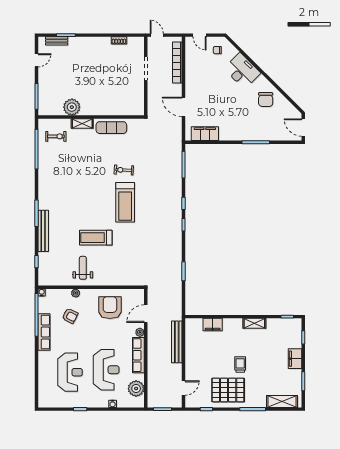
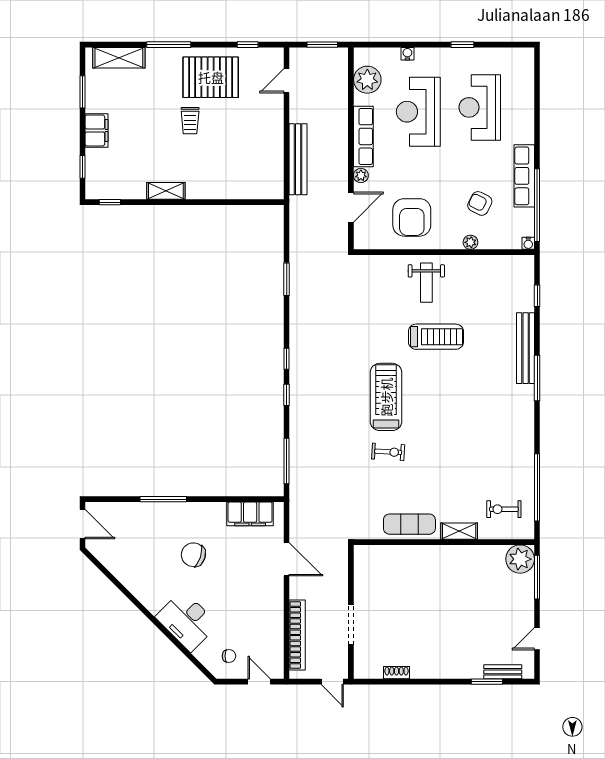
chair: (266, 99) -> (193, 555), moved, turned -72
plant: (72, 107) -> (520, 559), moved
weight bench: (83, 268) -> (426, 283), moved
filing cabinet: (213, 325) -> (237, 189), removed

